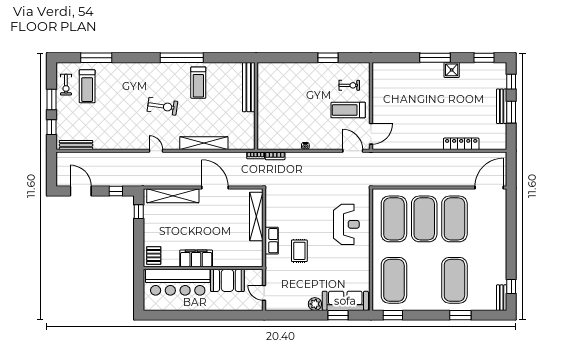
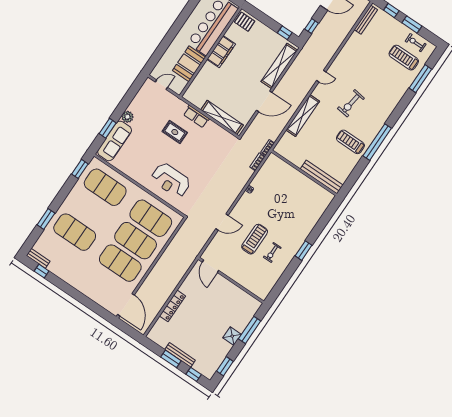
wall: (371, 106) -> (231, 280), moved
door: (371, 134) -> (210, 266), moved

